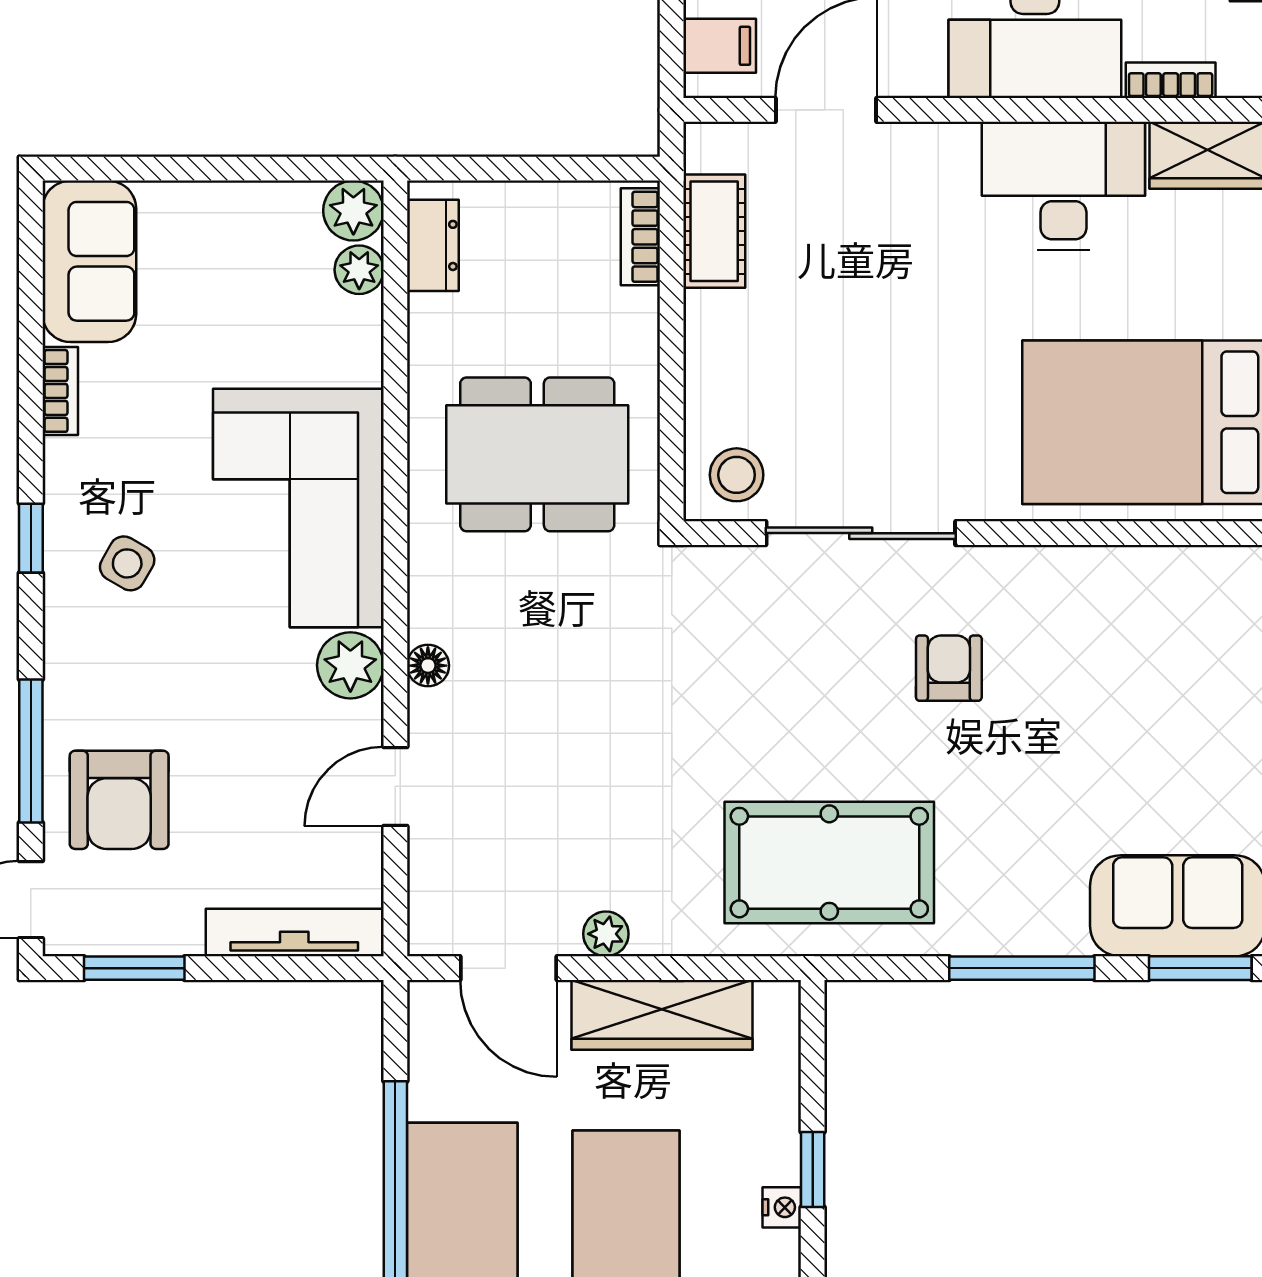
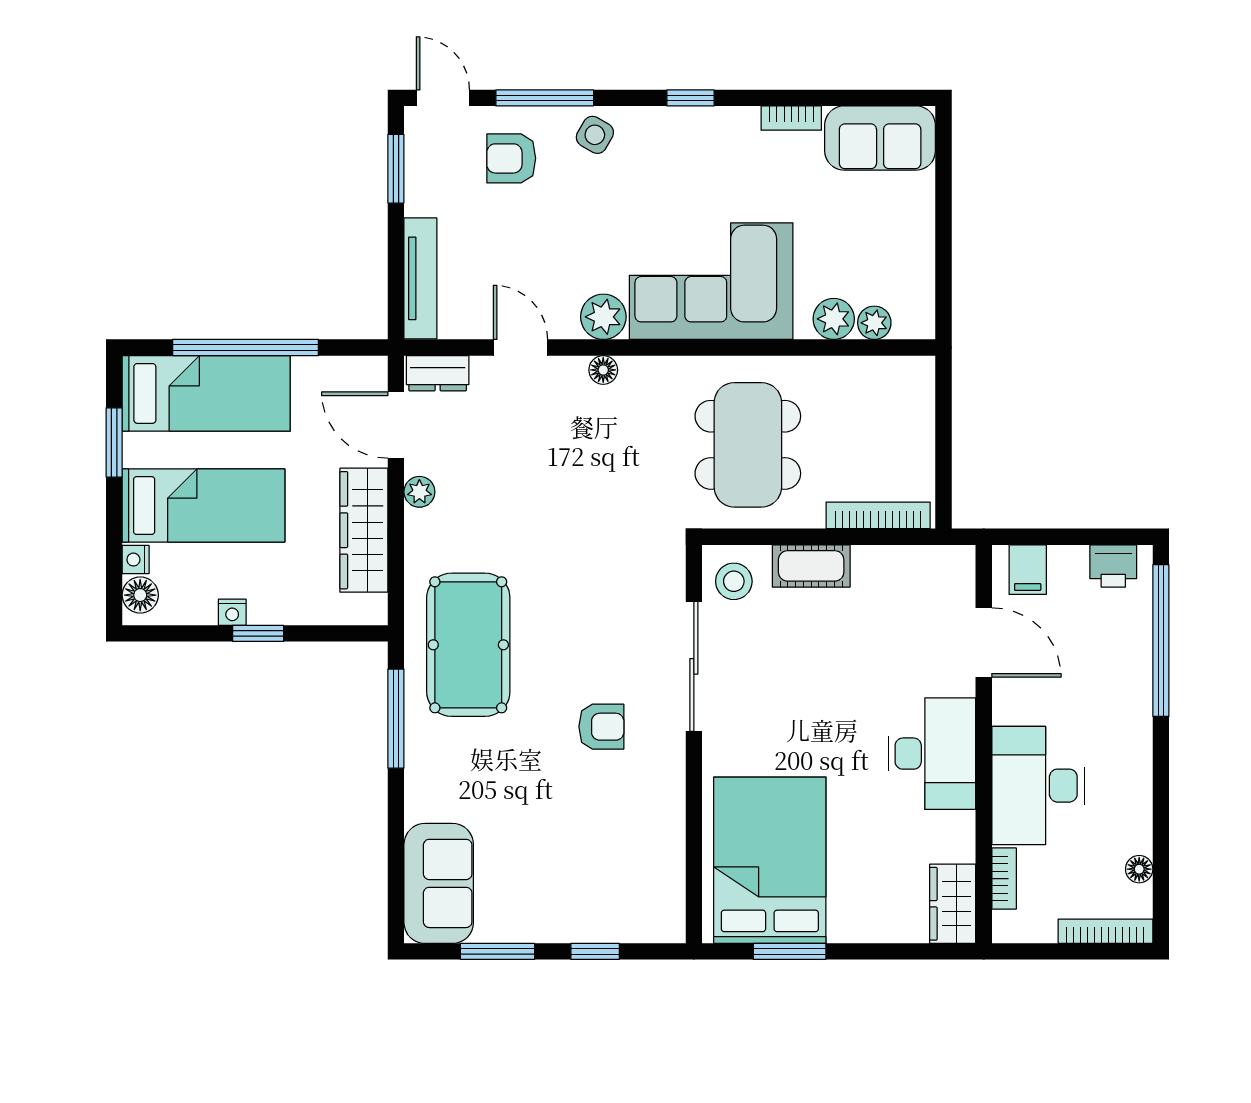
desk: (1063, 186) -> (932, 754), moved
plant: (353, 211) -> (834, 319), moved
cot: (714, 231) -> (811, 566), moved
bookcase: (640, 237) -> (878, 515), width x1.56
dresser: (433, 245) -> (438, 373), moved
side table: (127, 563) -> (595, 135), moved
armchair: (119, 800) -> (511, 158), width x0.72, depth x0.72
door: (508, 968) -> (396, 425), hinge flipped
window: (1022, 968) -> (396, 719), moved
window: (1200, 968) -> (396, 899), removed

